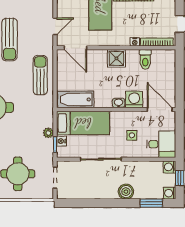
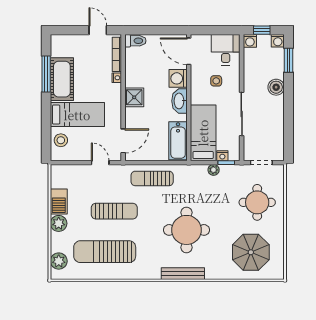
toilet: (145, 59) -> (135, 41), moved
washbasin: (119, 103) -> (179, 101), width x1.91, depth x1.45
door: (160, 110) -> (189, 51), hinge flipped

